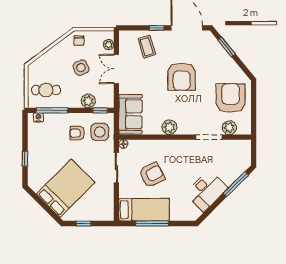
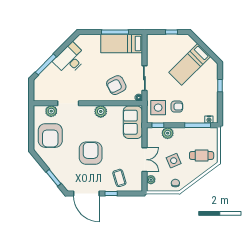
cafe table: (46, 90) -> (202, 155), moved
armchair: (152, 175) -> (116, 85), moved
bed: (66, 188) -> (190, 64), width x0.67

